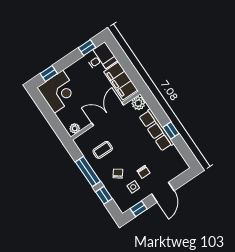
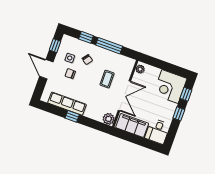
window: (87, 48) -> (179, 114), moved
row of seats: (156, 130) -> (67, 104), moved
coffee table: (103, 150) -> (107, 79), moved

